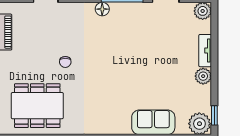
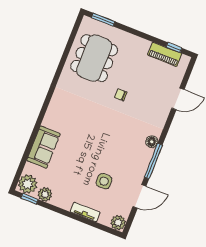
side table: (164, 43) -> (104, 181), added
plant: (203, 76) -> (45, 194), moved

